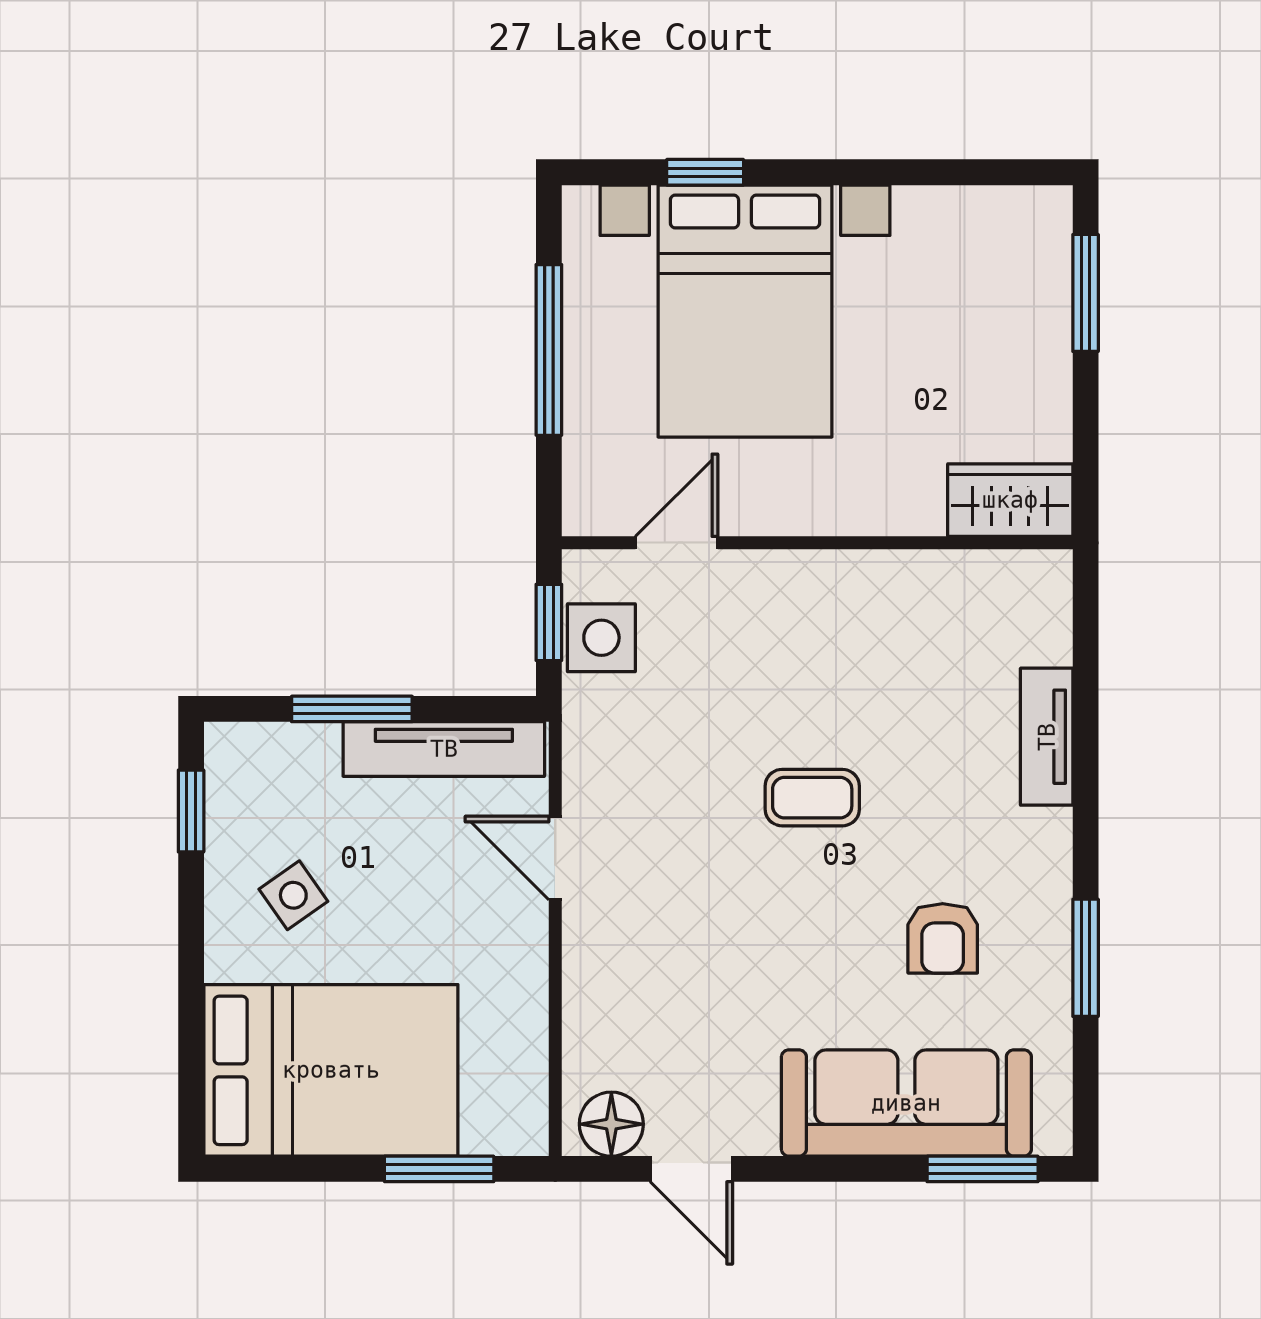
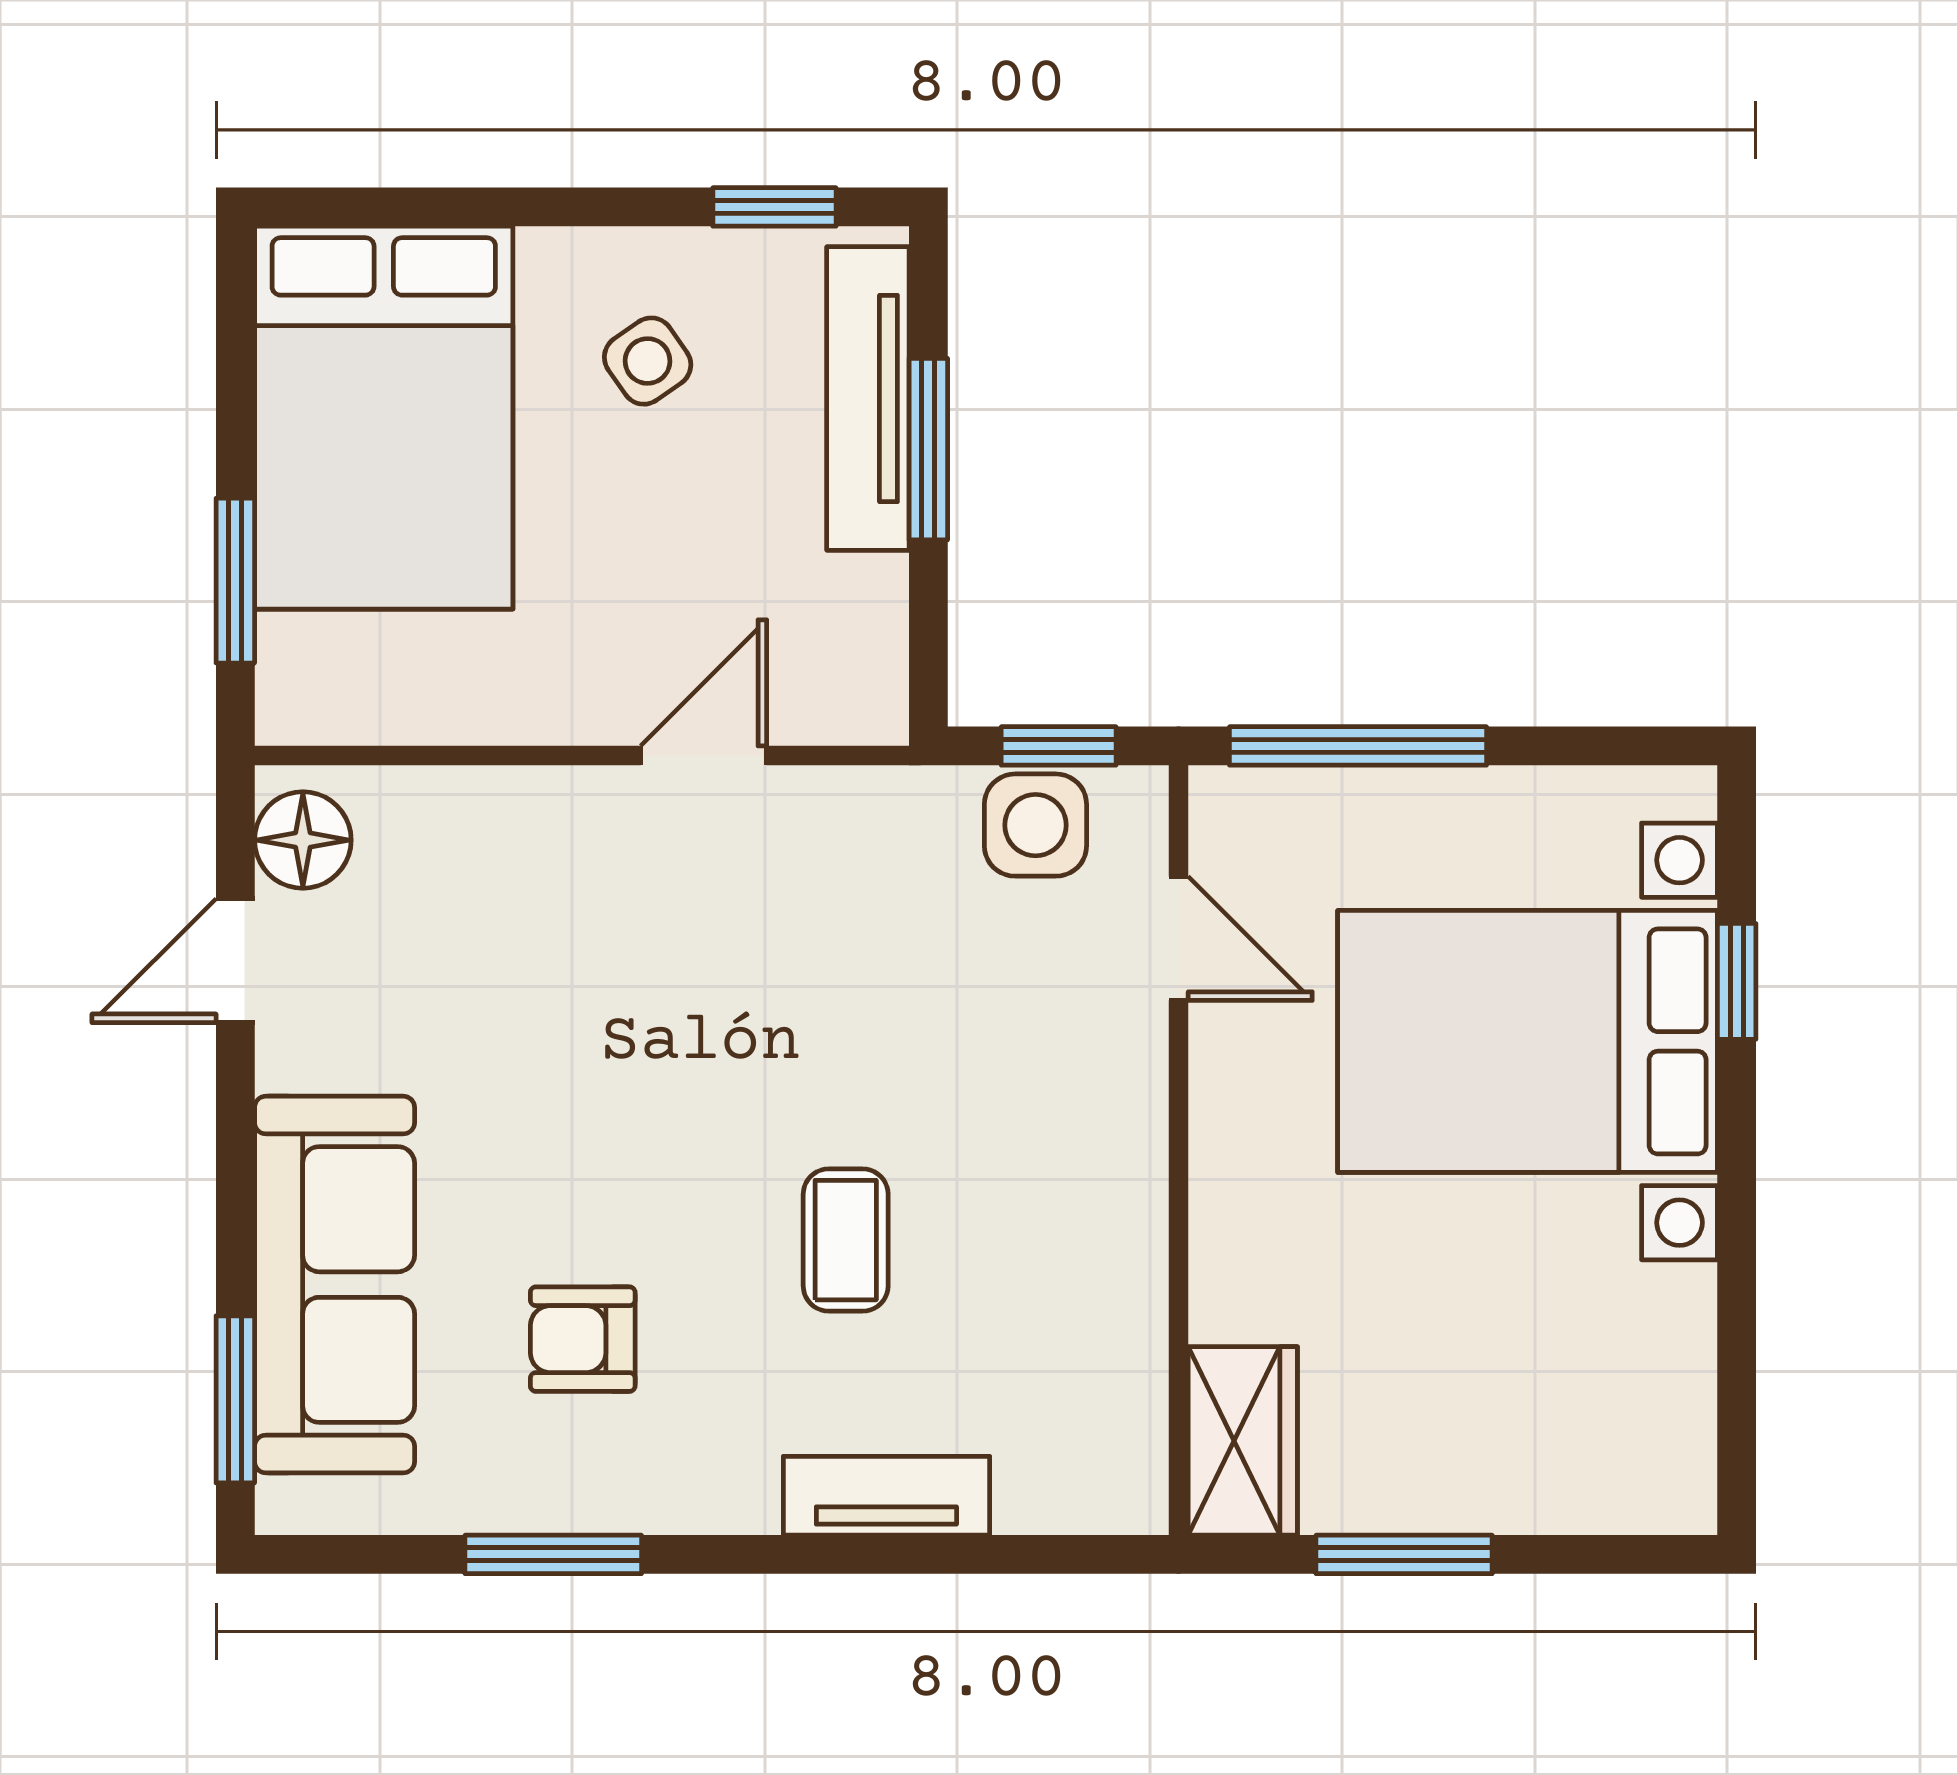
window: (1086, 293) -> (1404, 1554), moved
window: (549, 350) -> (1358, 746), moved
tv unit: (444, 749) -> (868, 399), moved
coffee table: (812, 798) -> (846, 1240), moved

